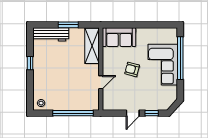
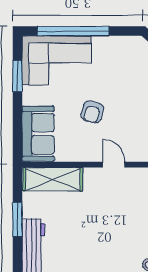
window: (153, 25) -> (17, 76), added
corner sofa: (163, 65) -> (57, 60), moved

